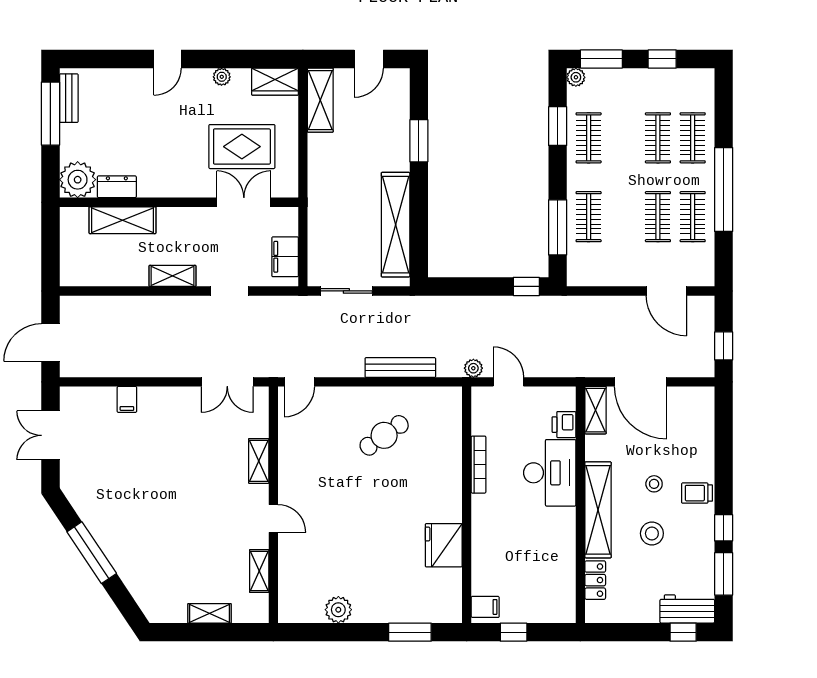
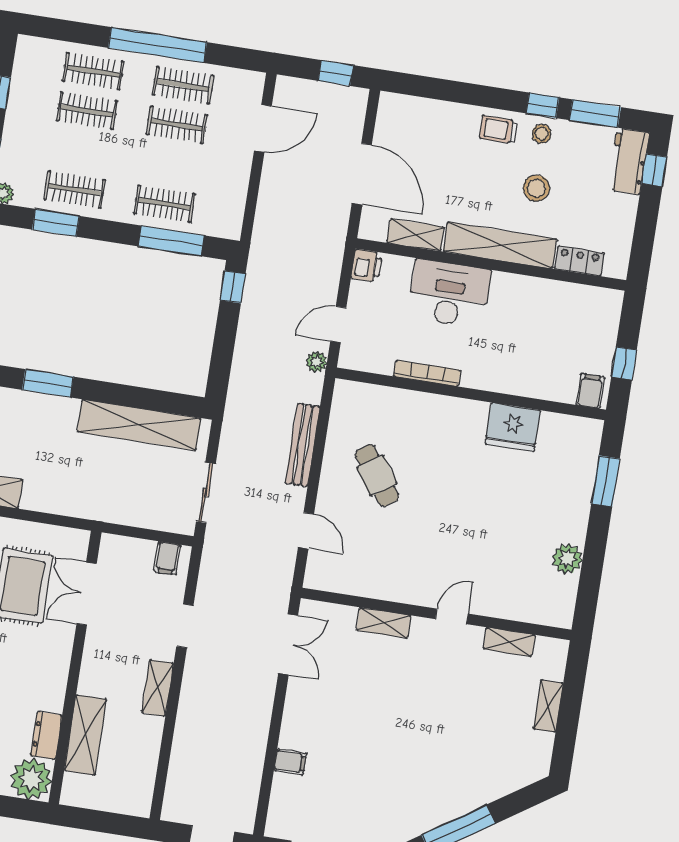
filing cabinet: (285, 257) -> (167, 558), width x0.50
door: (299, 382) -> (306, 531), moved
door: (641, 382) -> (362, 174), hinge flipped
shelving: (596, 410) -> (416, 235), moved
printer: (564, 425) -> (367, 266), moved, turned -90
stool: (654, 484) -> (542, 134), moved
trolley: (697, 493) -> (498, 130), turned 90

